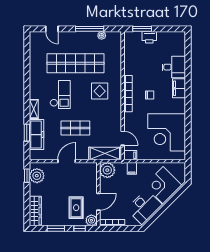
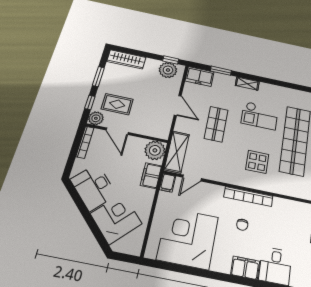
freezer: (37, 135) -> (200, 76), moved, width x0.71
filing cabinet: (132, 168) -> (151, 176), width x2.00

